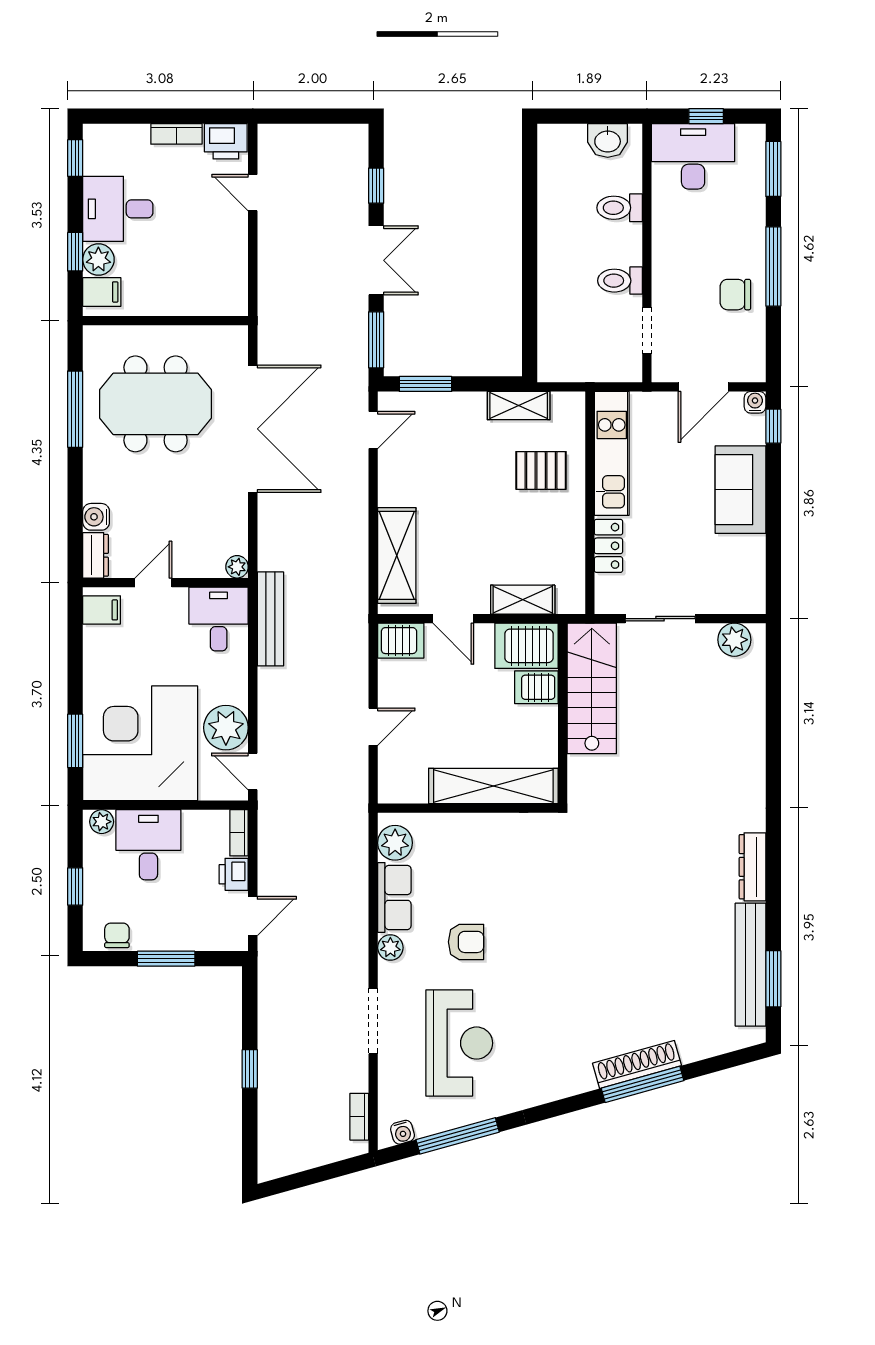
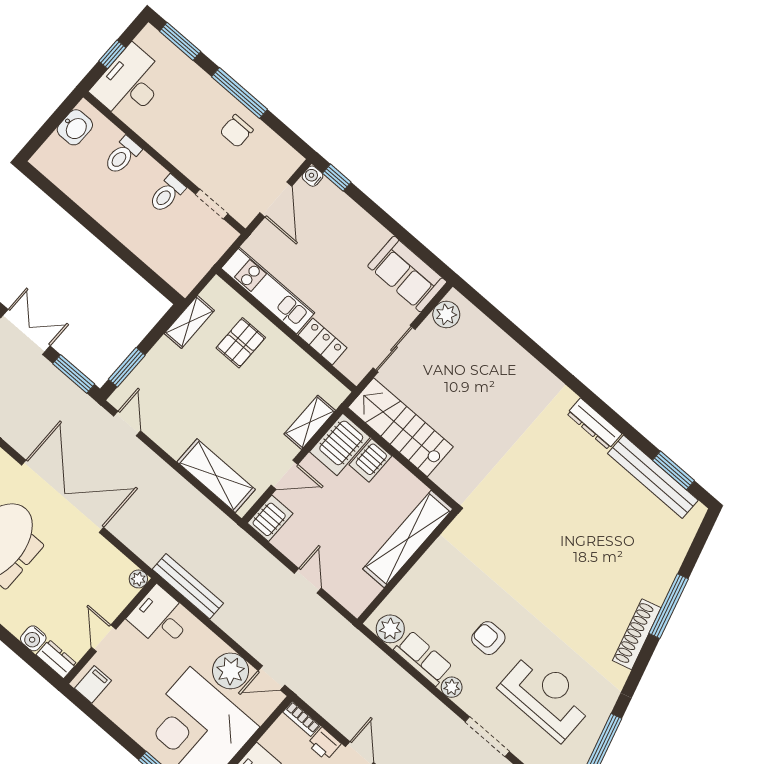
sofa: (740, 490) -> (407, 274), moved
armchair: (466, 942) -> (488, 638), turned -90
shoe rack: (637, 1064) -> (637, 634), moved

